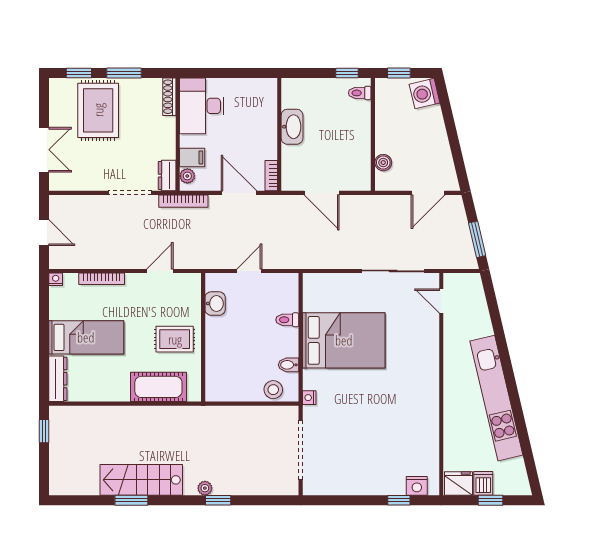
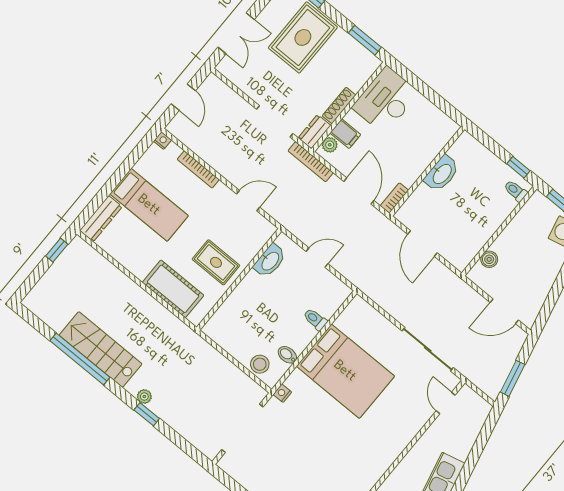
window: (124, 73) -> (365, 40), moved
shoe rack: (169, 97) -> (339, 105), moved
washbasin: (215, 304) -> (270, 261), width x1.38
window: (131, 500) -> (80, 359), width x2.11

